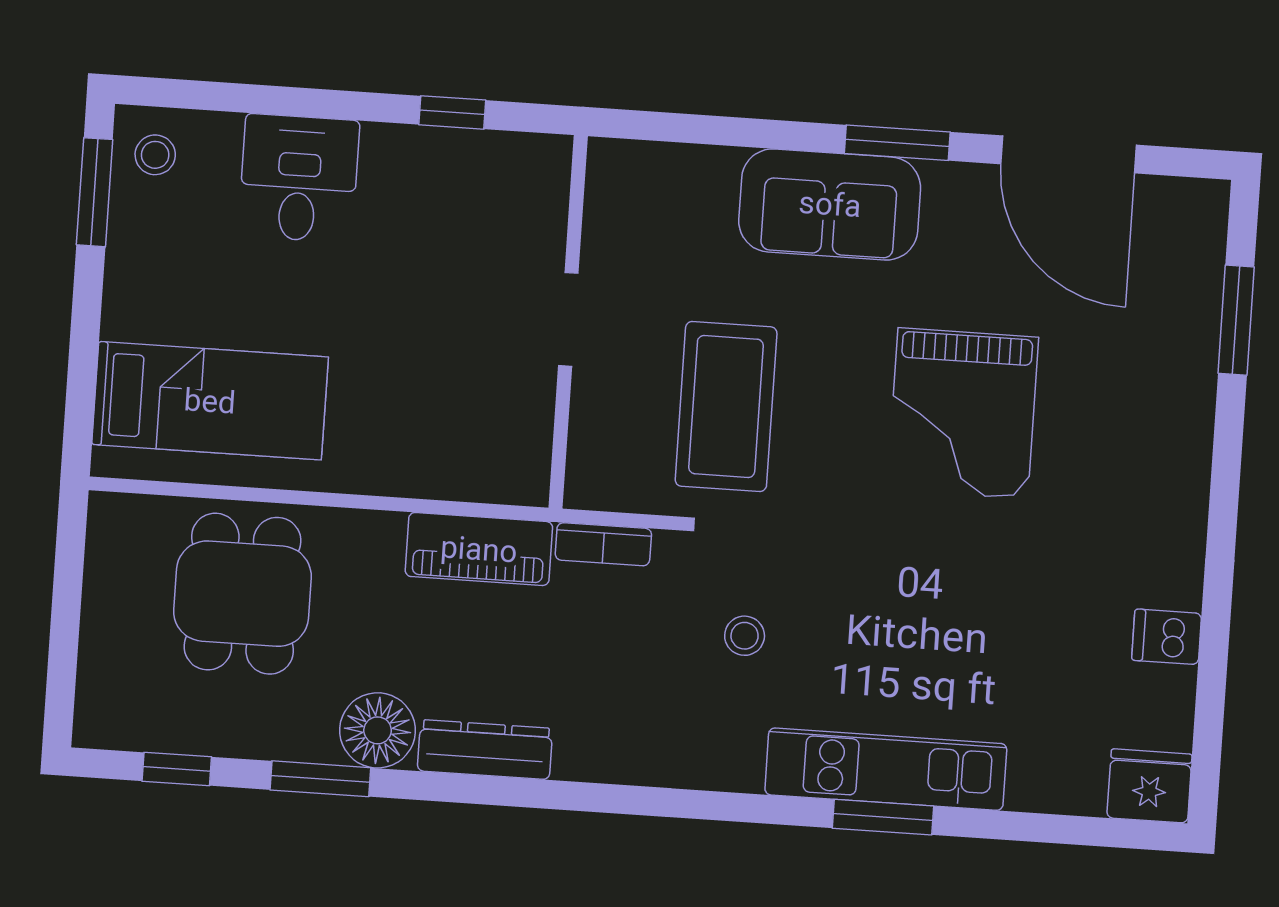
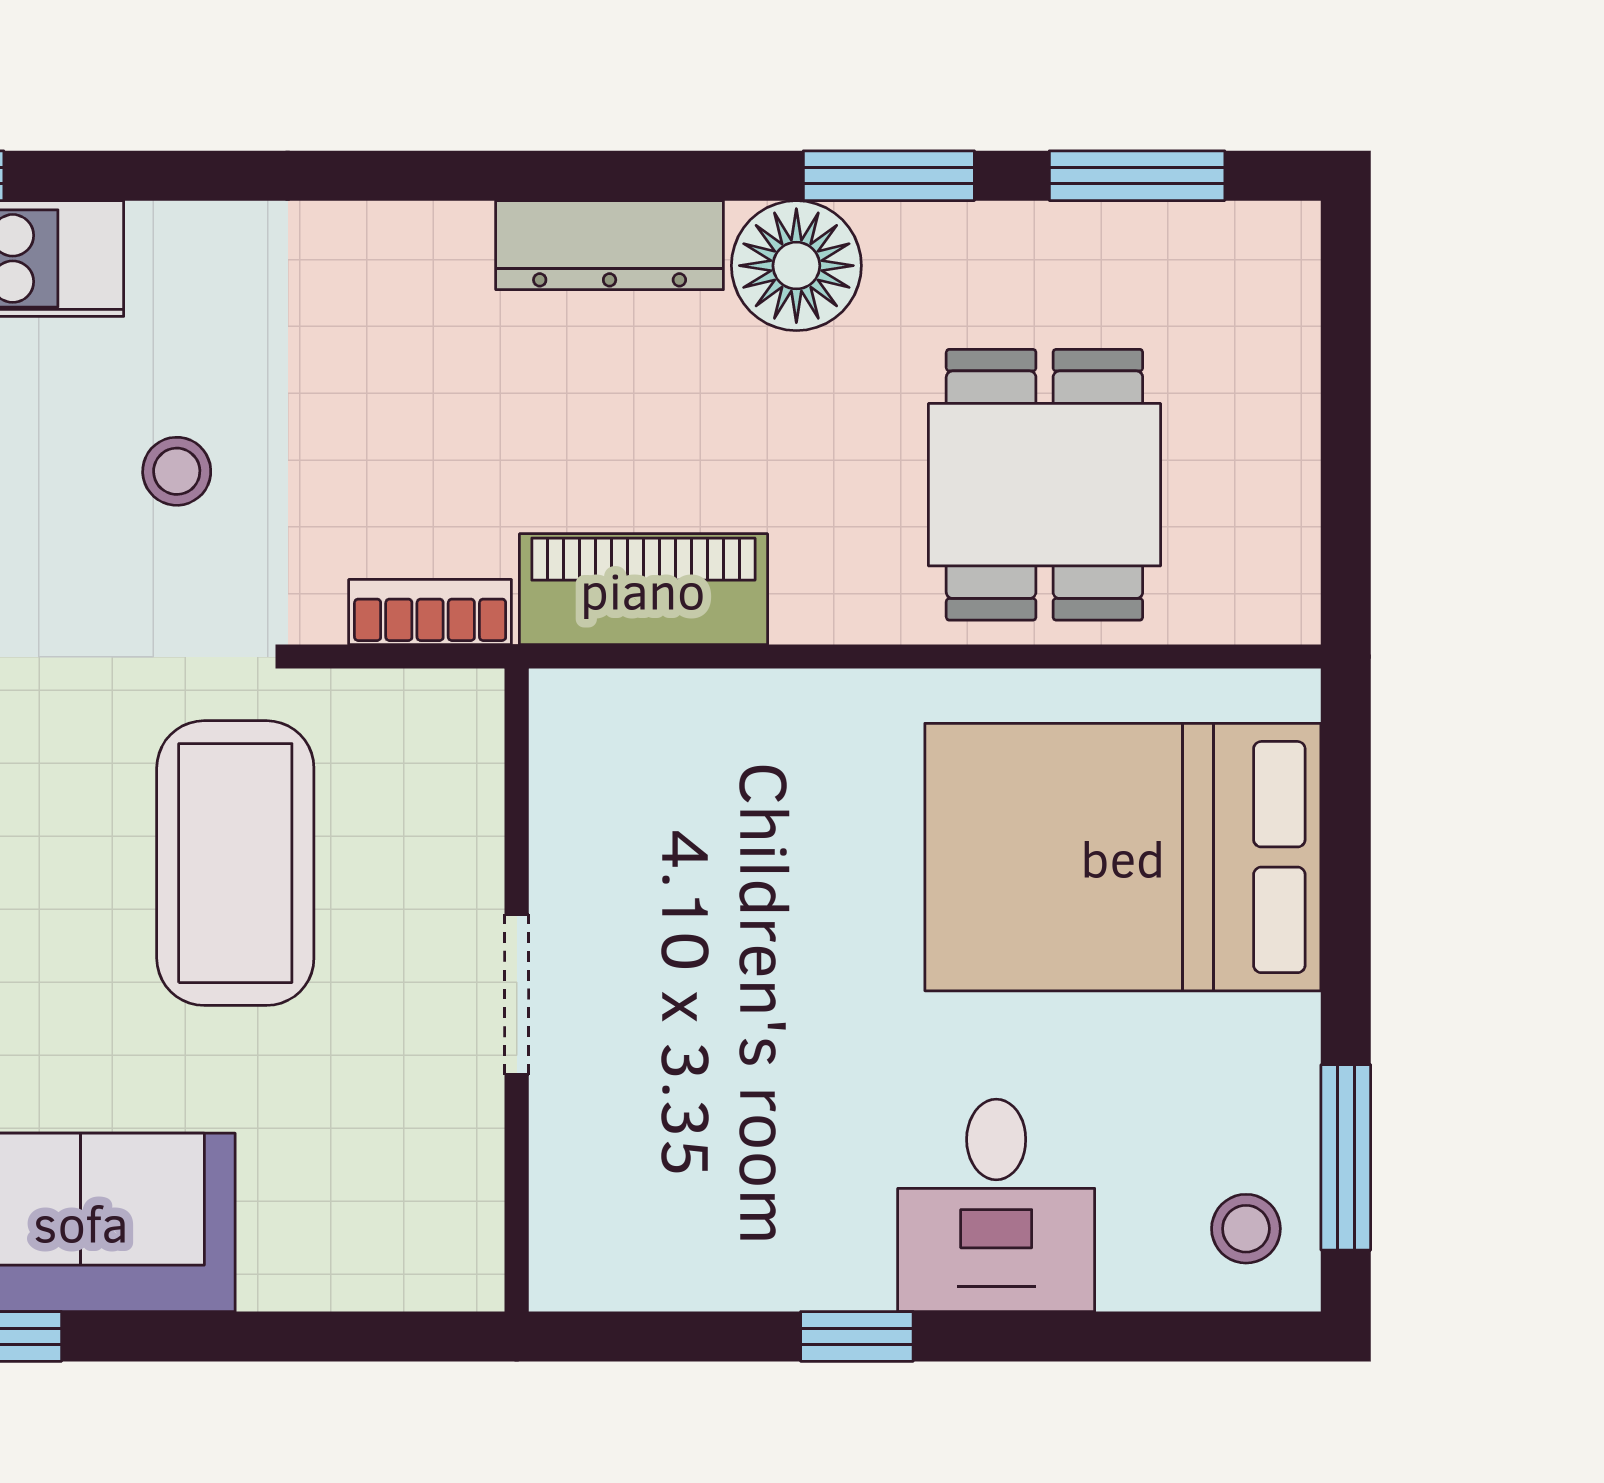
window: (452, 112) -> (857, 1336), moved
bed: (210, 401) -> (1123, 857), width x1.50
window: (177, 769) -> (1137, 176), width x1.50

